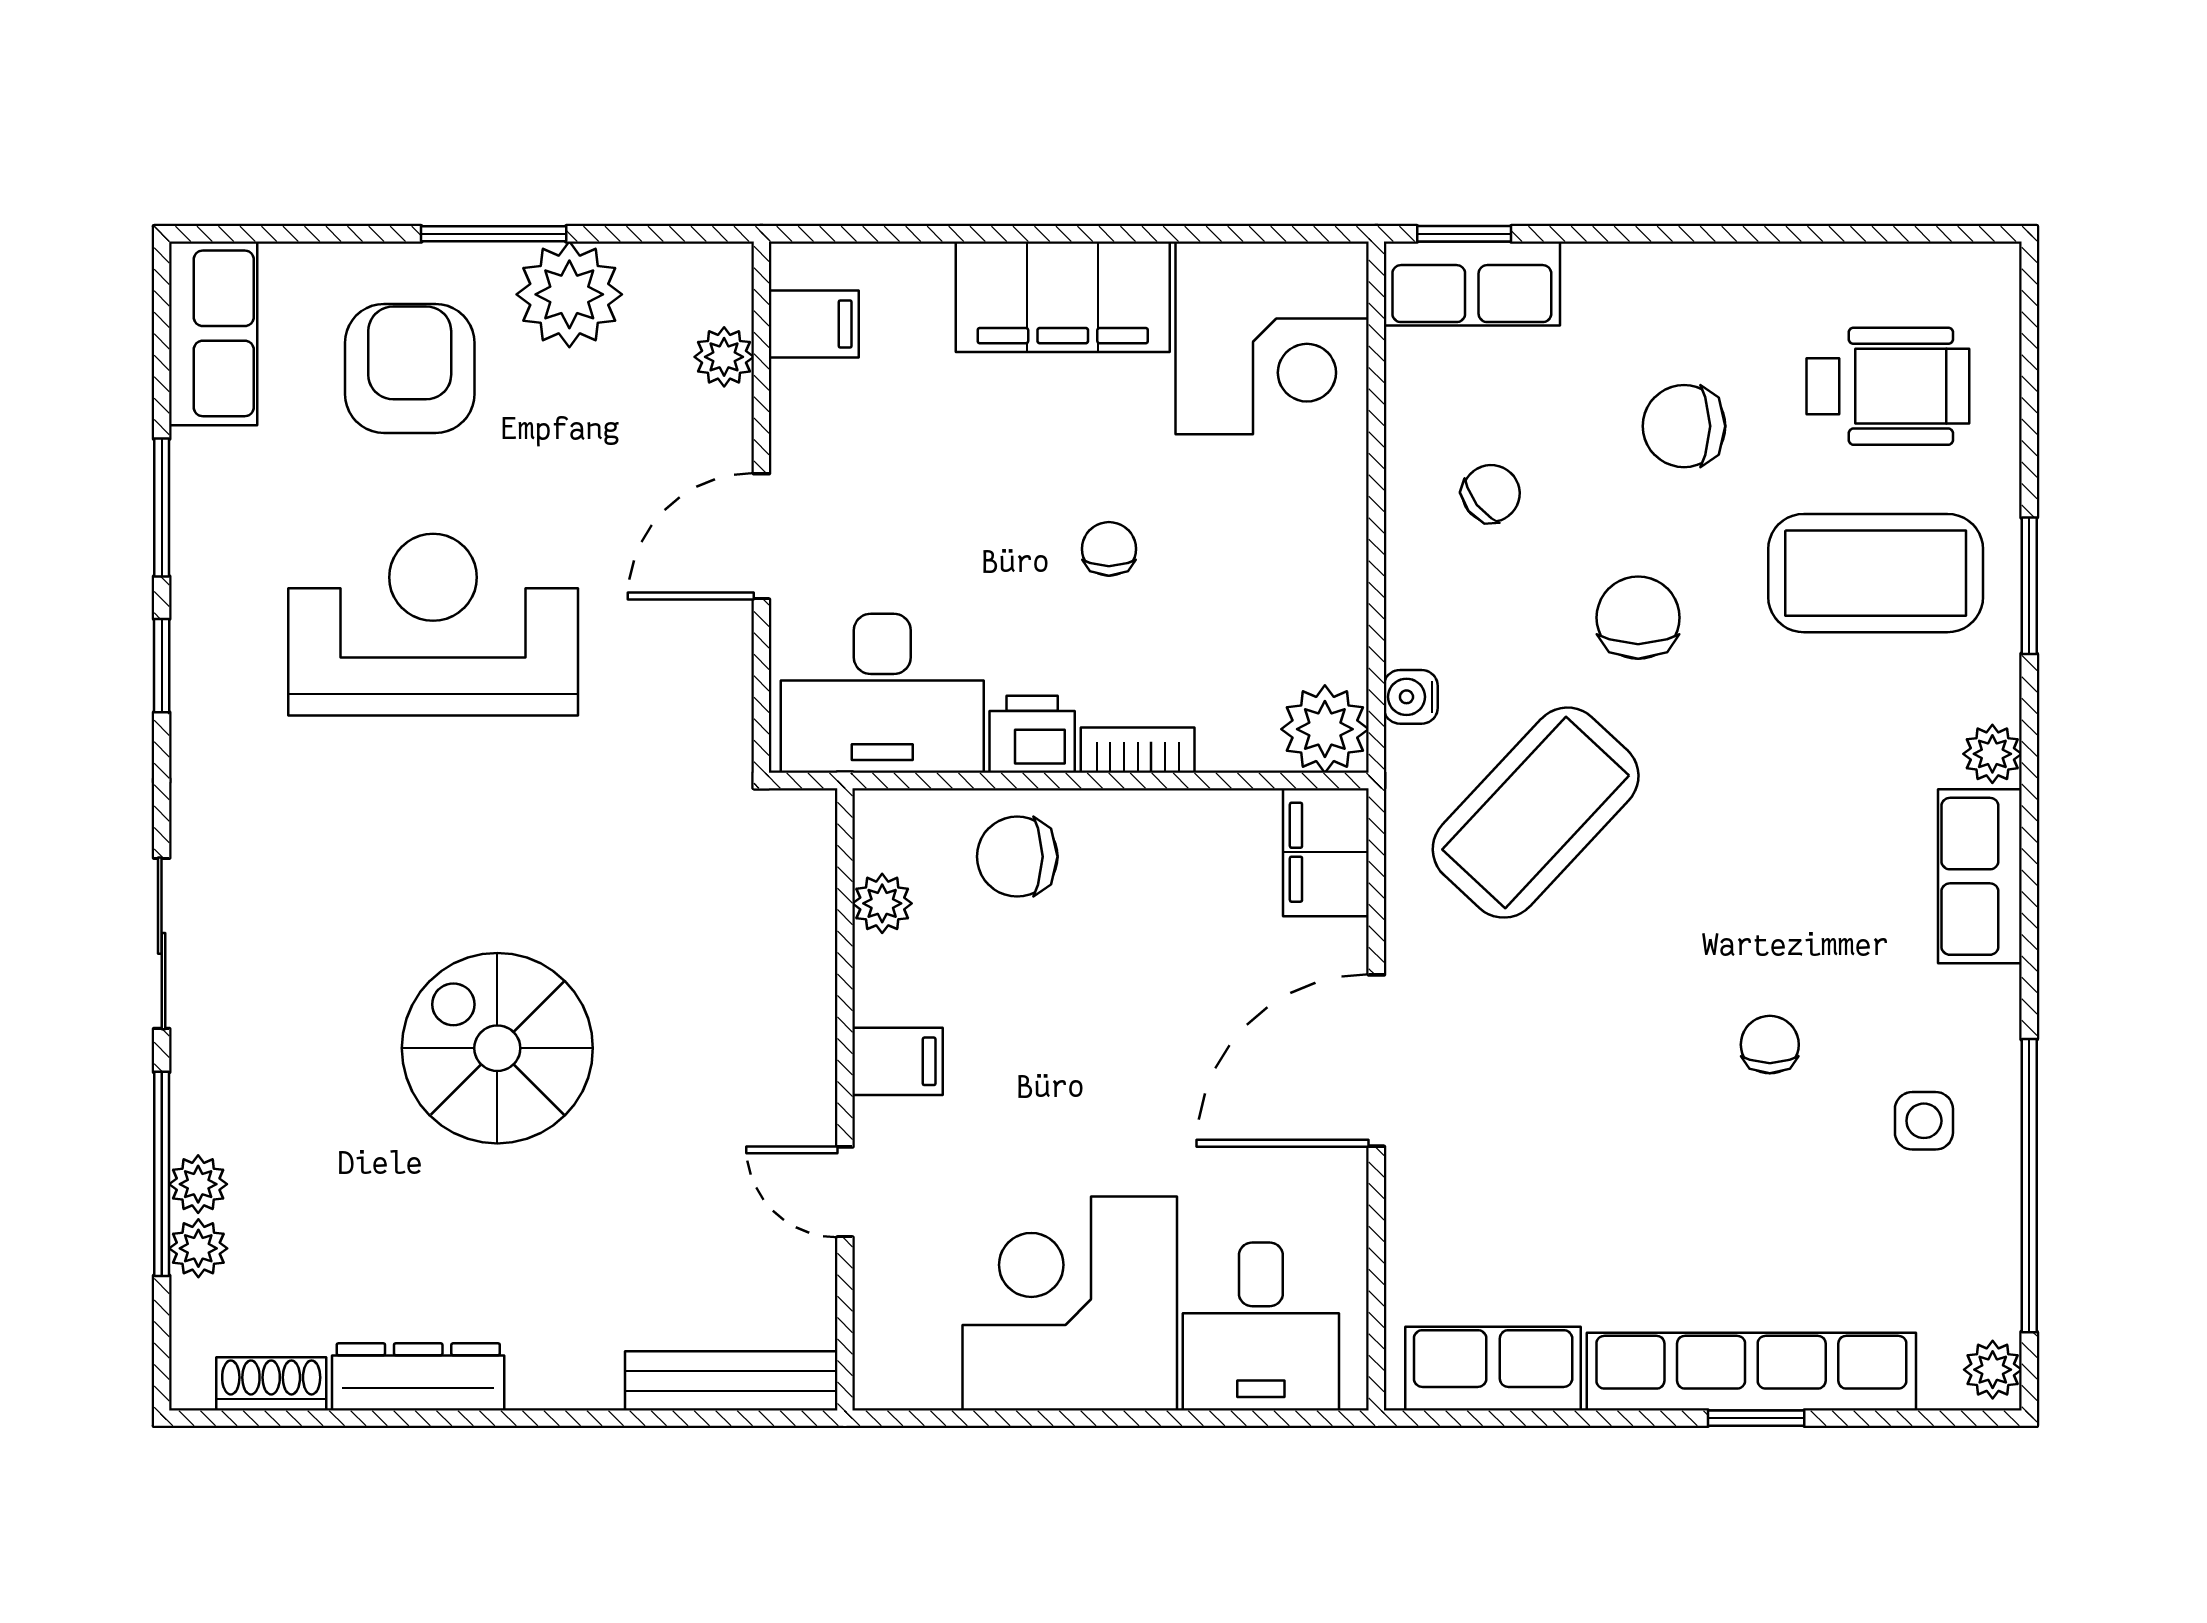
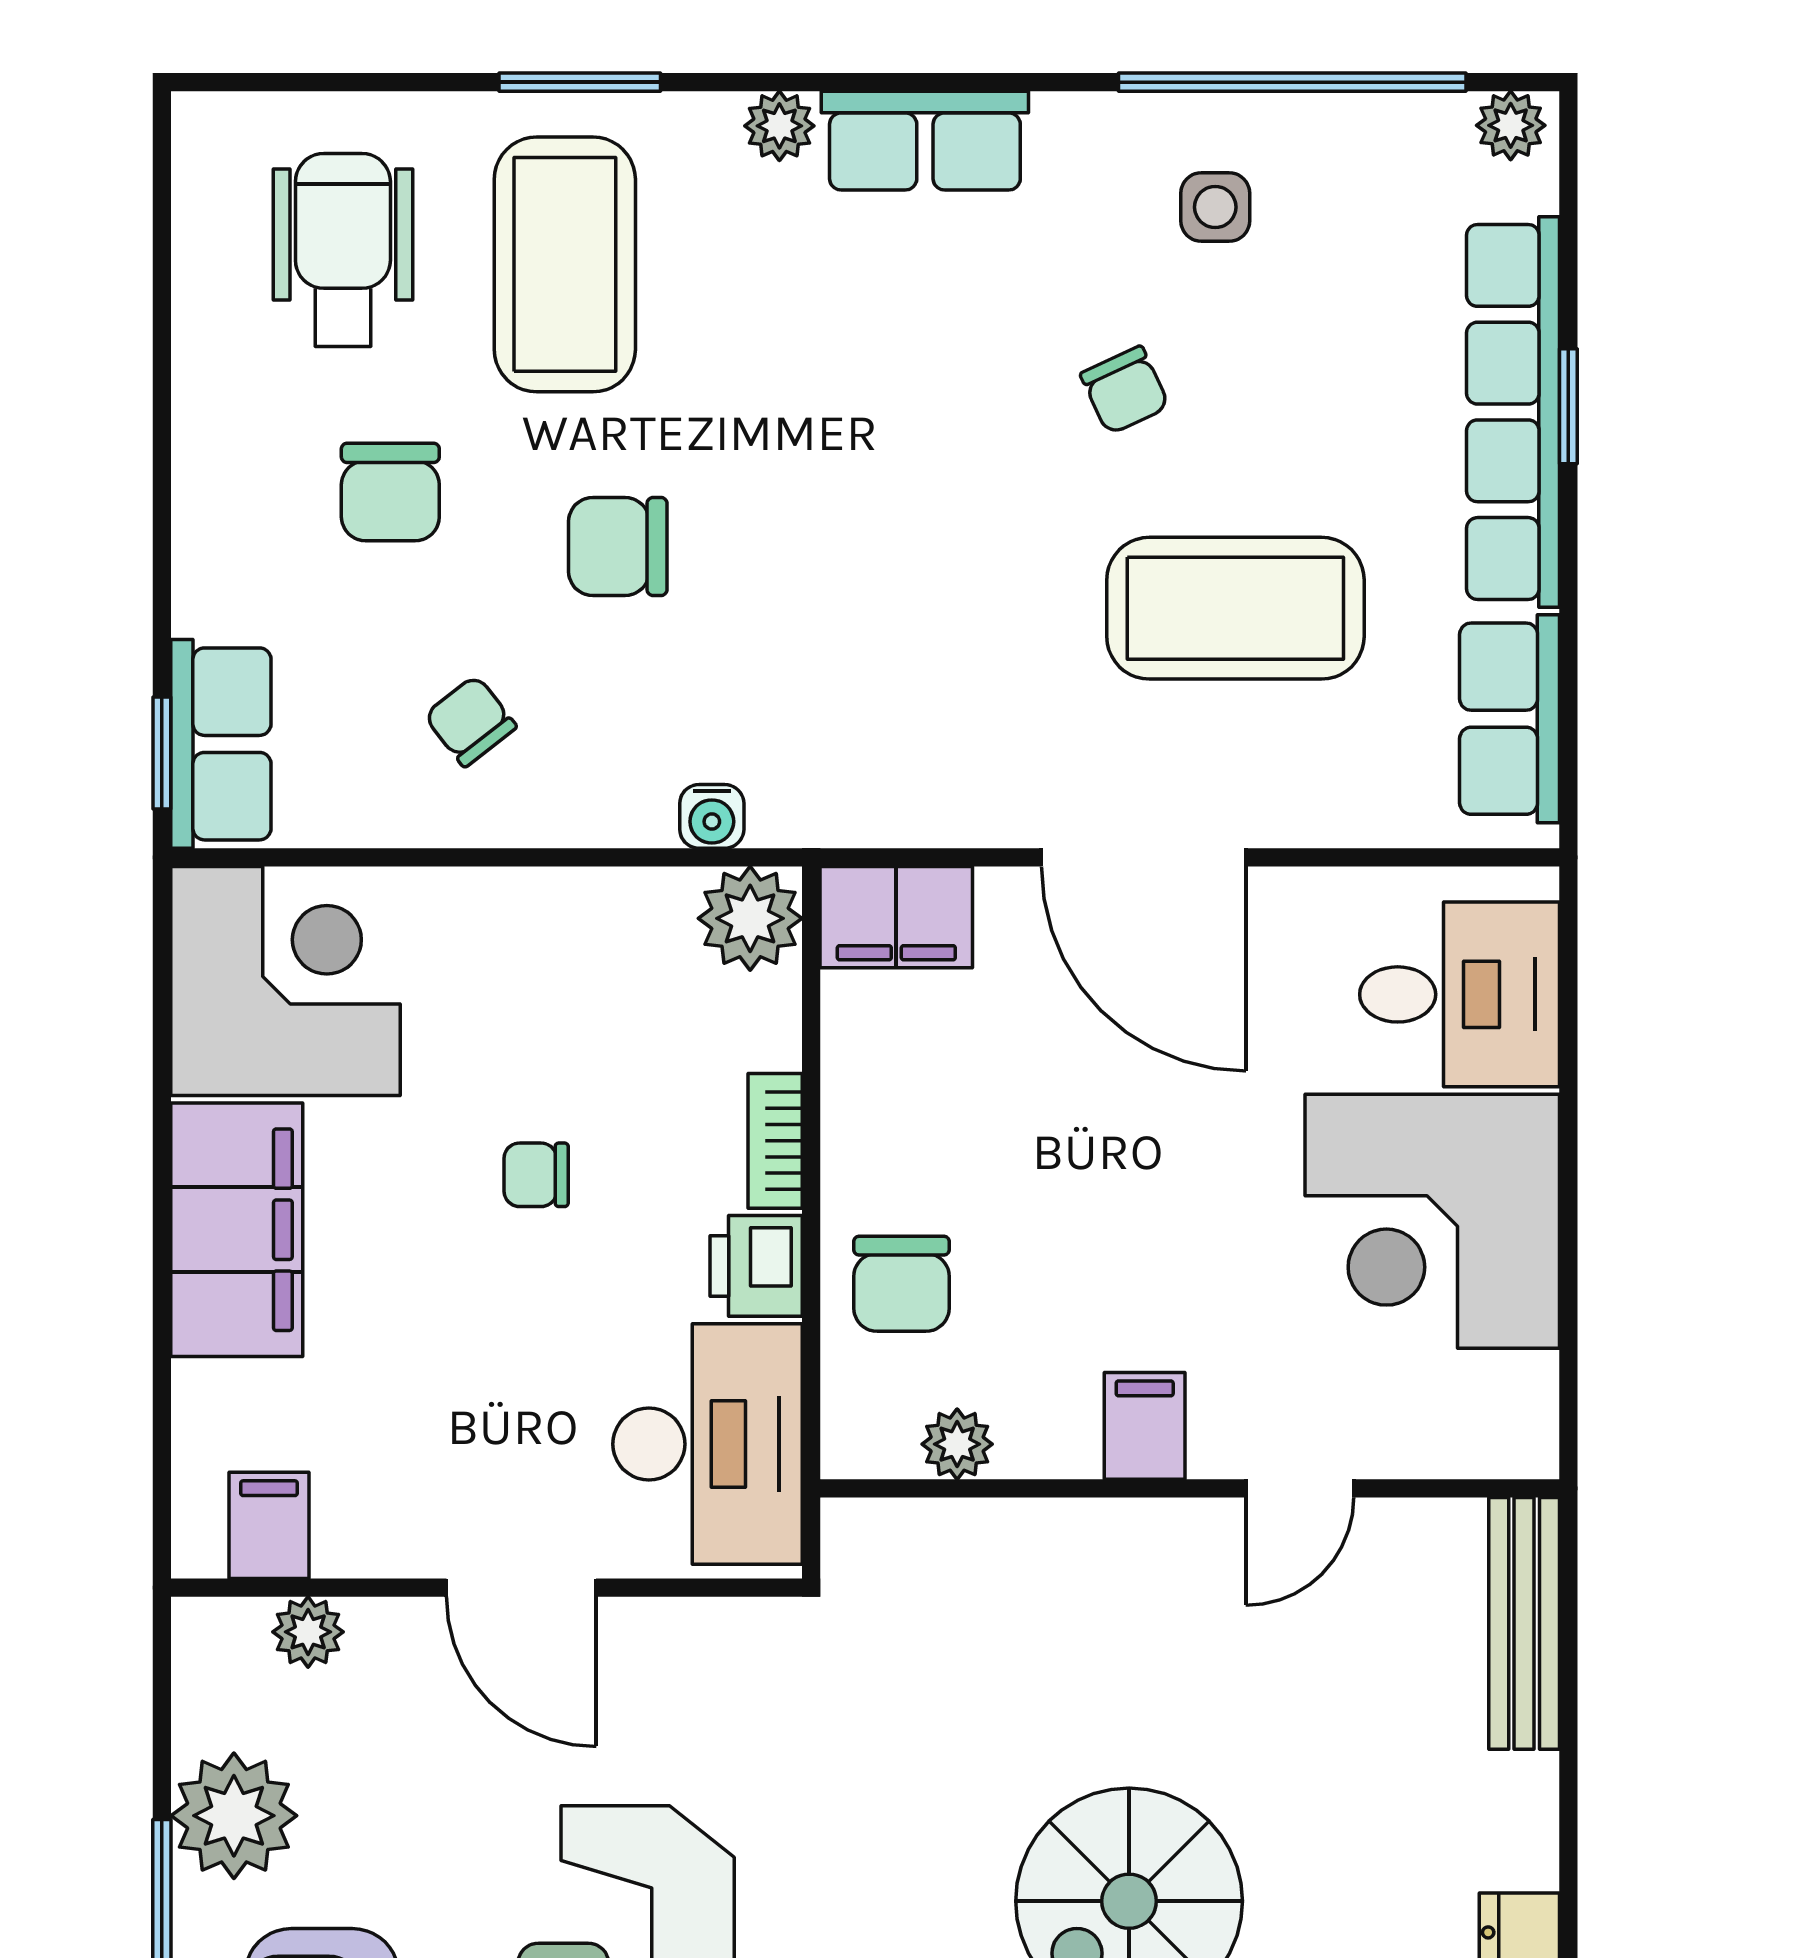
coffee table: (1536, 813) -> (1235, 608), moved, turned -43
chair: (1770, 1045) -> (1125, 390), turned -115

